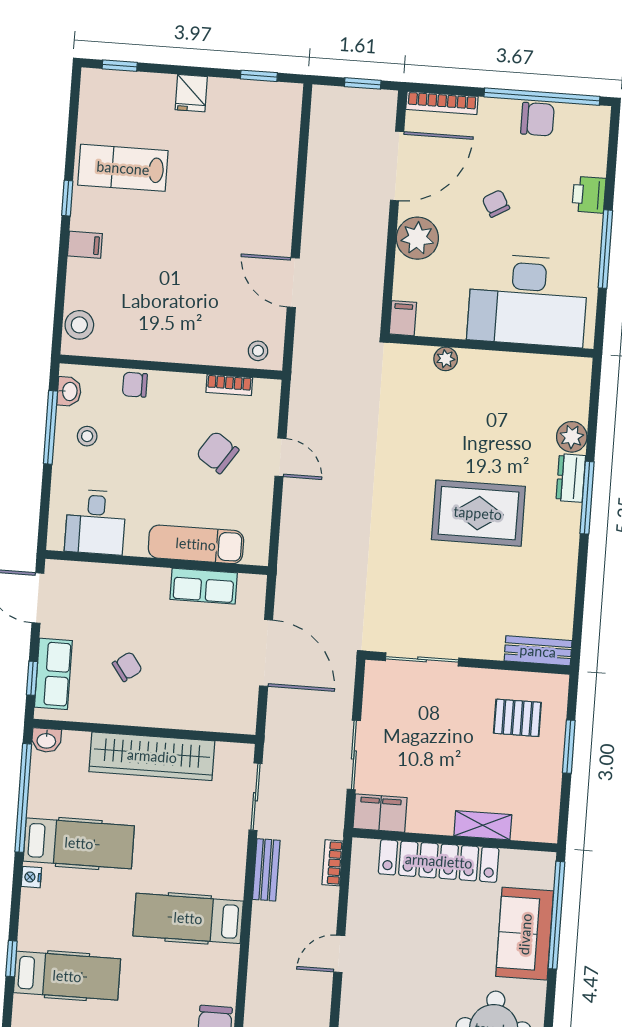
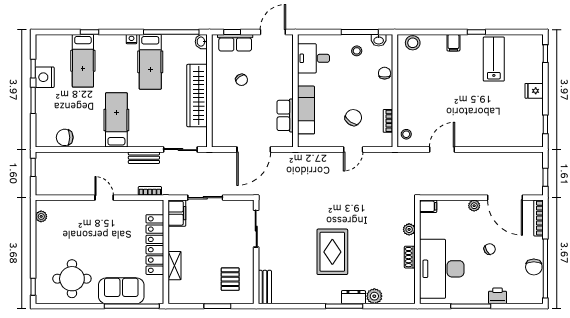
plant: (417, 238) -> (474, 206), width x0.53, depth x0.53
shoe rack: (500, 362) -> (410, 257), added

